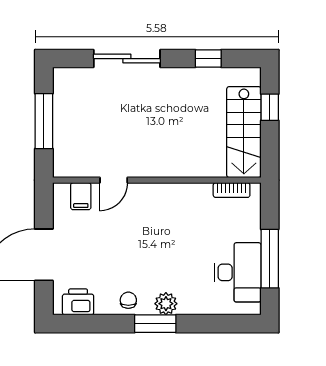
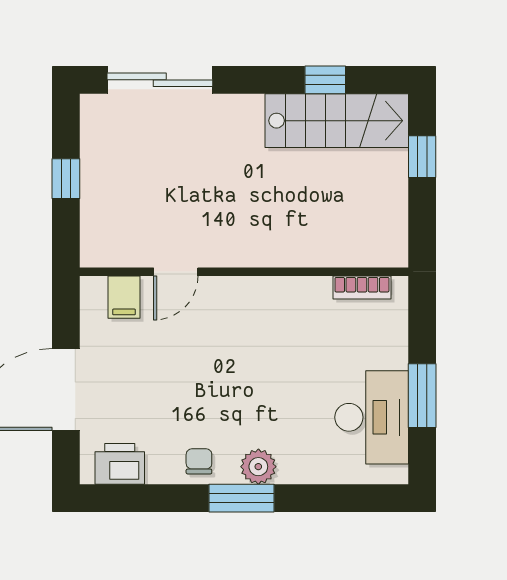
sliding door: (127, 59) -> (160, 80), moved
window: (44, 121) -> (66, 179), width x0.46
stairs: (244, 132) -> (337, 121), moved, turned -90
window: (270, 259) -> (422, 396), width x0.69

